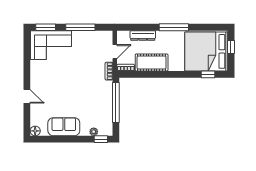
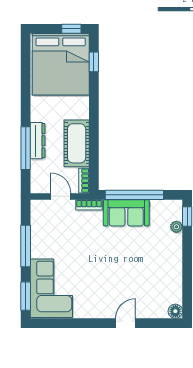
window: (174, 27) -> (26, 148), moved
dresser: (143, 35) -> (38, 141), moved
window: (231, 47) -> (71, 29), moved
sofa: (64, 127) -> (126, 213), moved, turned -90

